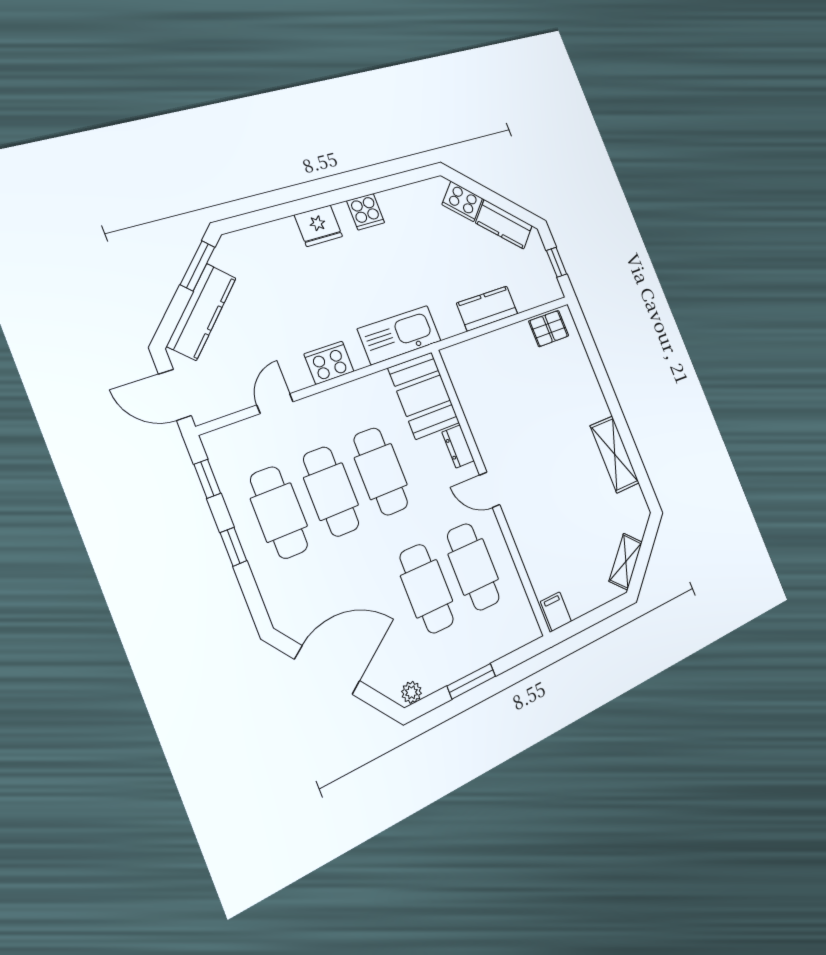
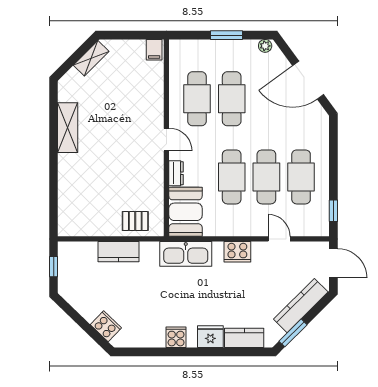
kitchen counter: (504, 224) -> (244, 338), moved, turned -44
pallet: (549, 328) -> (135, 221), moved
door: (275, 403) -> (279, 239), swing flipped
window: (233, 547) -> (333, 168), removed

